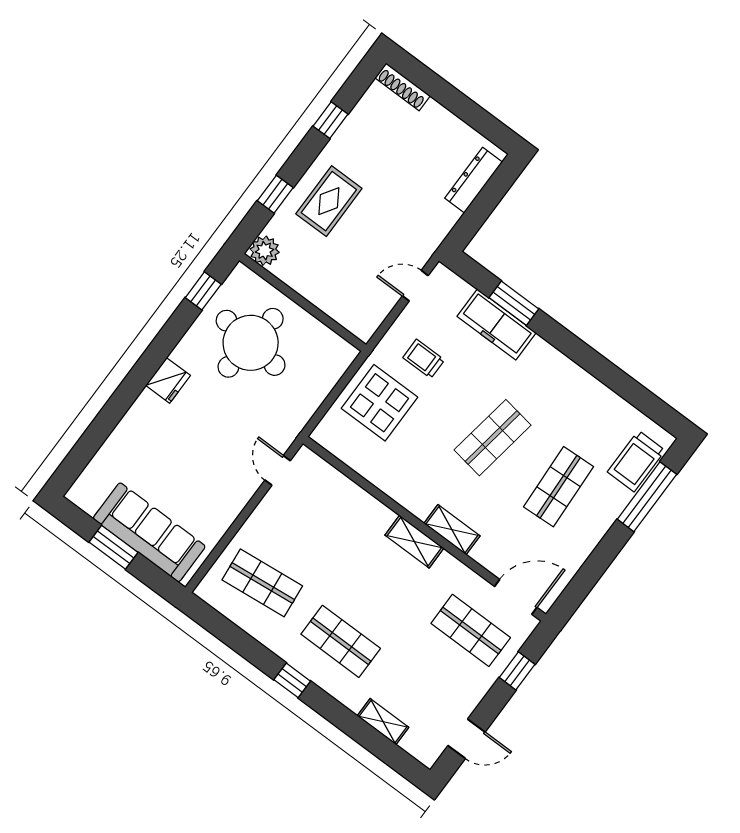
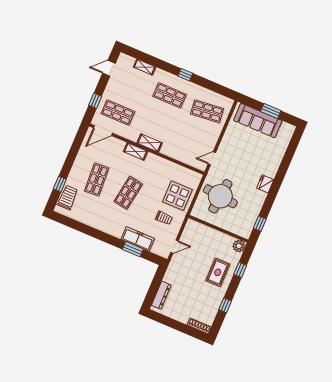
round table: (251, 343) -> (220, 196), moved
door: (278, 470) -> (212, 158), swing flipped
window: (647, 497) -> (60, 184), width x0.46

